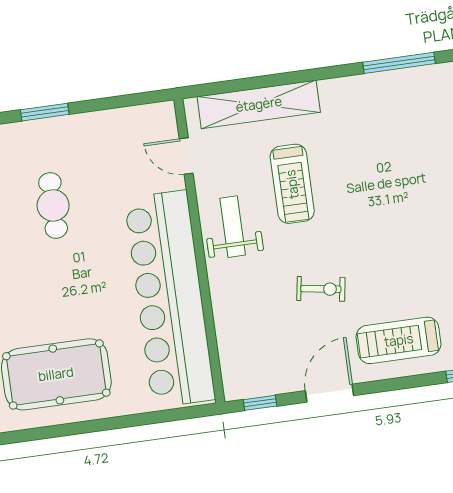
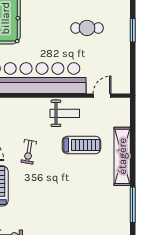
shelving: (259, 104) -> (122, 156), moved
treadmill: (292, 184) -> (81, 145), turned 180

